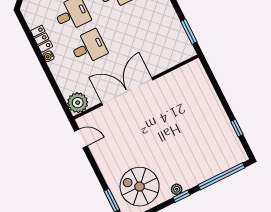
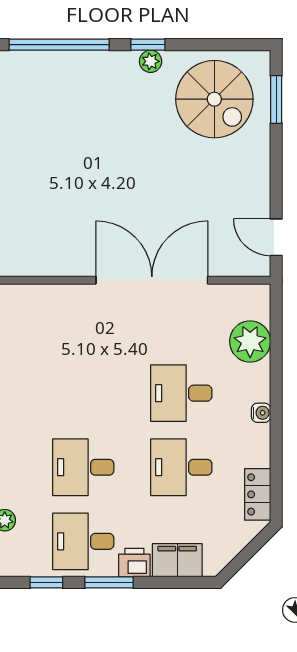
locker: (42, 39) -> (258, 494), moved
double door: (127, 91) -> (152, 280), swing flipped
plant: (78, 103) -> (250, 341), moved

